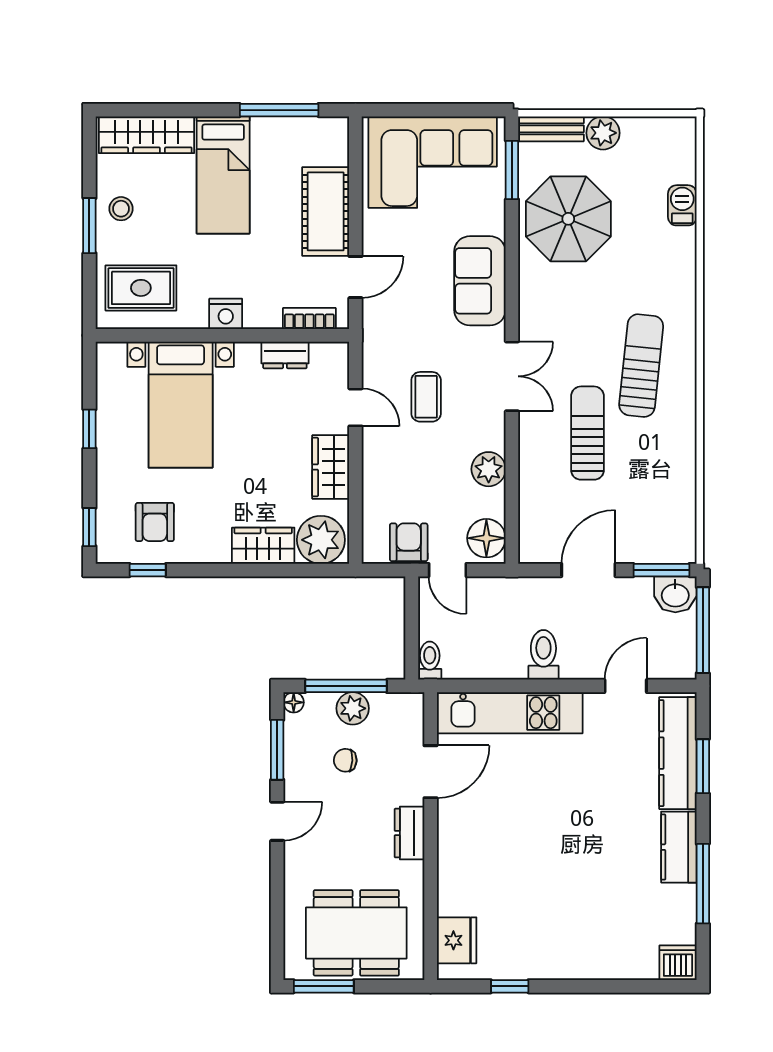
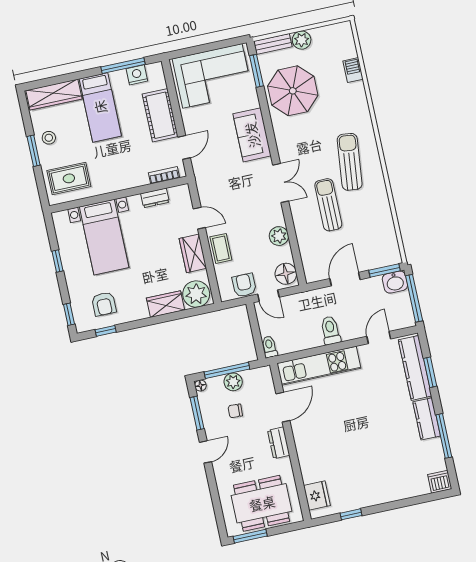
nightstand: (226, 314) -> (137, 75), moved, turned 180
coffee table: (426, 397) -> (221, 248), moved

